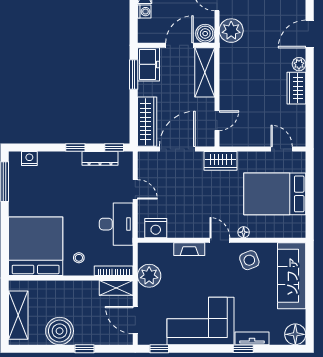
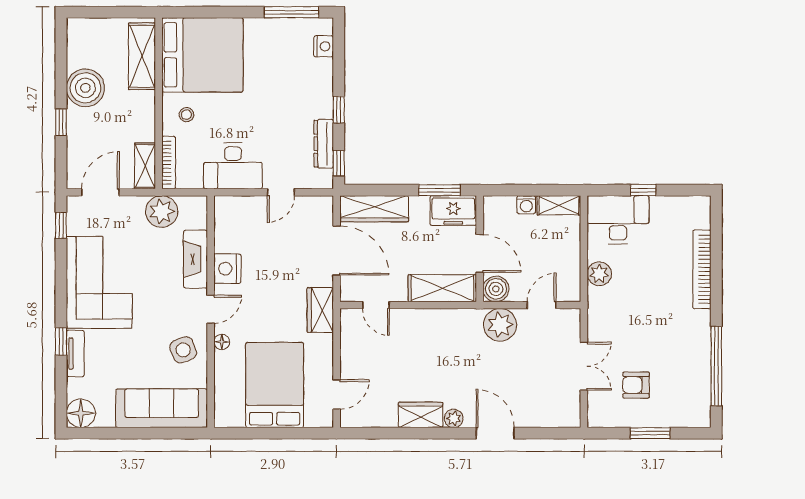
nightstand: (156, 228) -> (227, 269), moved
fireplace: (189, 249) -> (196, 259), width x1.37, depth x1.32
shelving: (18, 315) -> (142, 56), moved, turned 90

